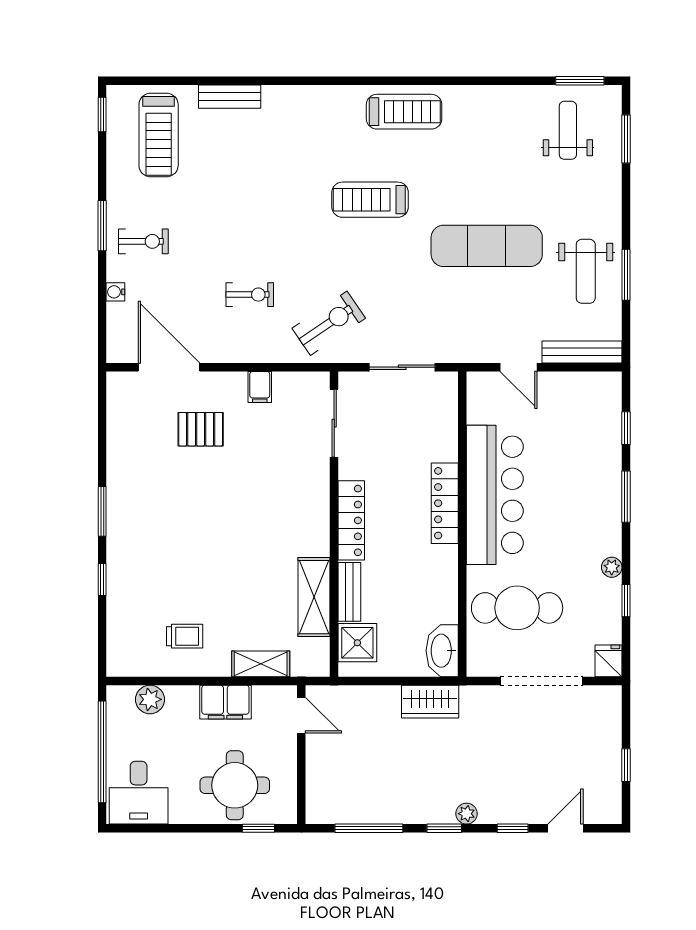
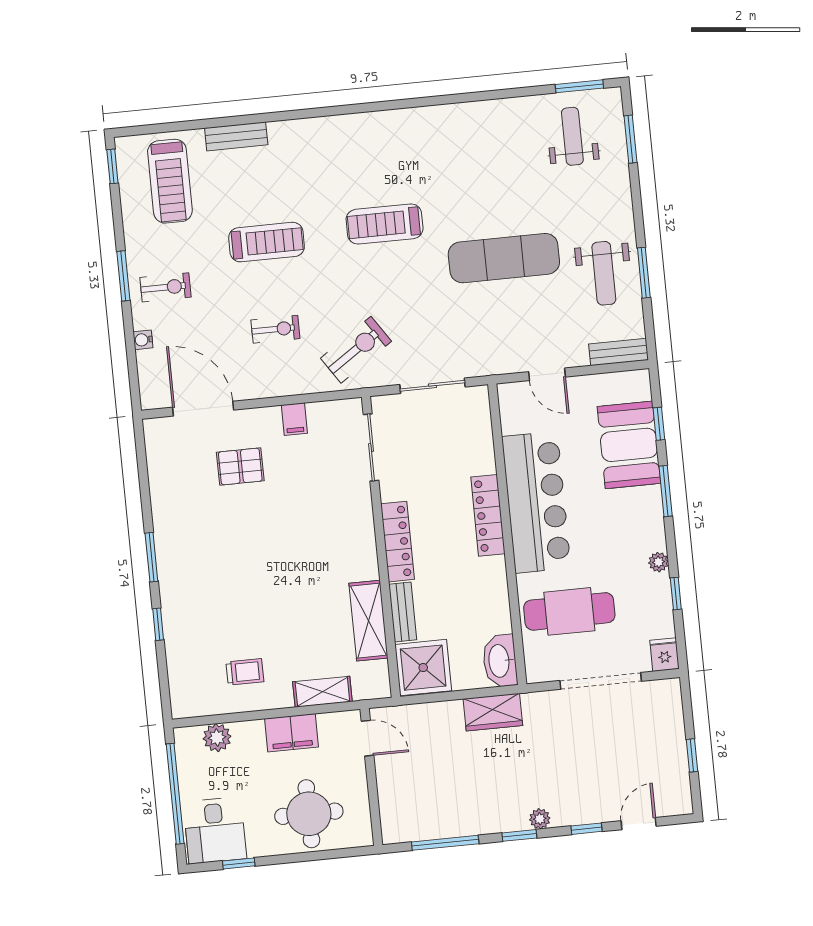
treadmill: (404, 112) -> (267, 242), moved
bench: (582, 352) -> (619, 352), width x0.73
booth: (594, 446) -> (629, 445), added
shower: (357, 643) -> (423, 668), width x1.36, depth x1.36
window: (258, 828) -> (239, 863), moved

